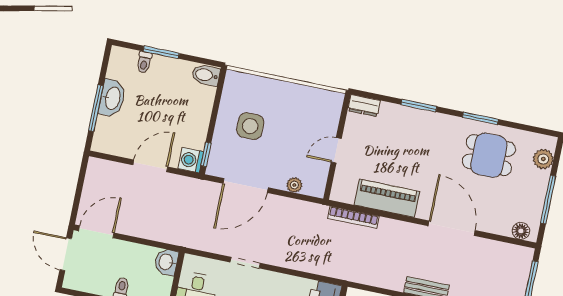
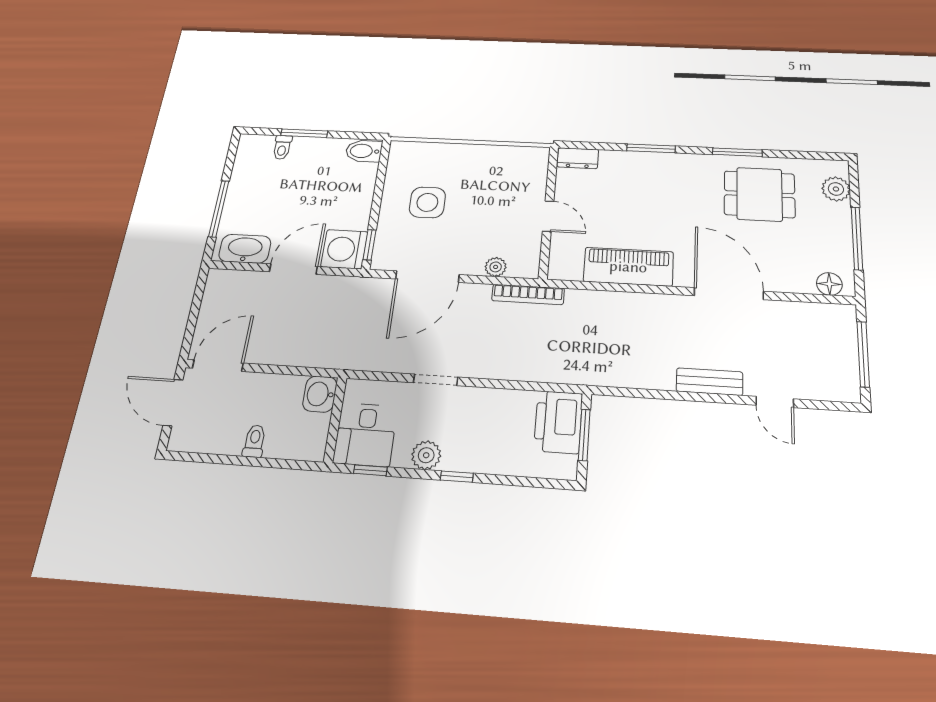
washbasin: (112, 98) -> (245, 249), moved, turned -90
door: (336, 150) -> (548, 216), swing flipped
washing machine: (191, 160) -> (344, 249), width x1.37, depth x1.37
bookcase: (353, 217) -> (528, 294), moved

